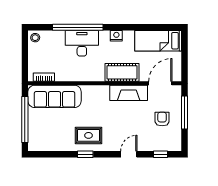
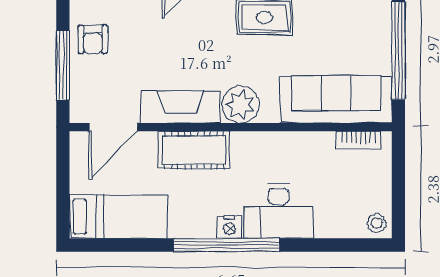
window: (78, 27) -> (227, 245), moved
nightstand: (116, 36) -> (229, 227), moved
plant: (100, 94) -> (241, 105), added
armchair: (162, 119) -> (93, 39), moved

